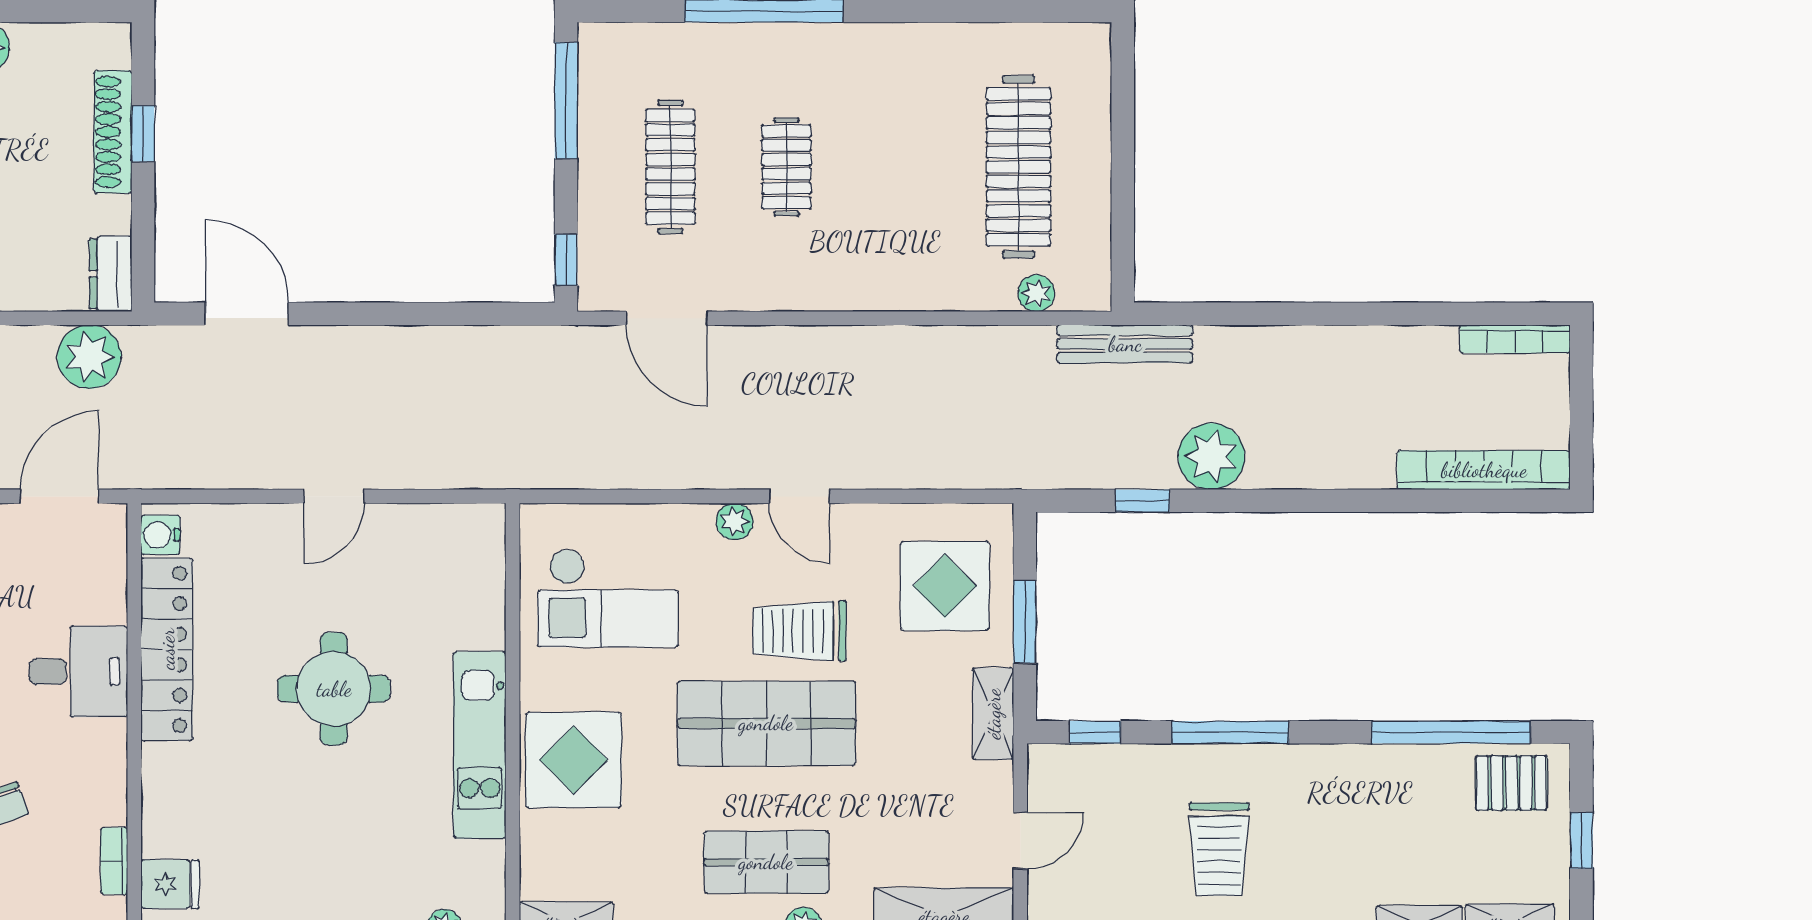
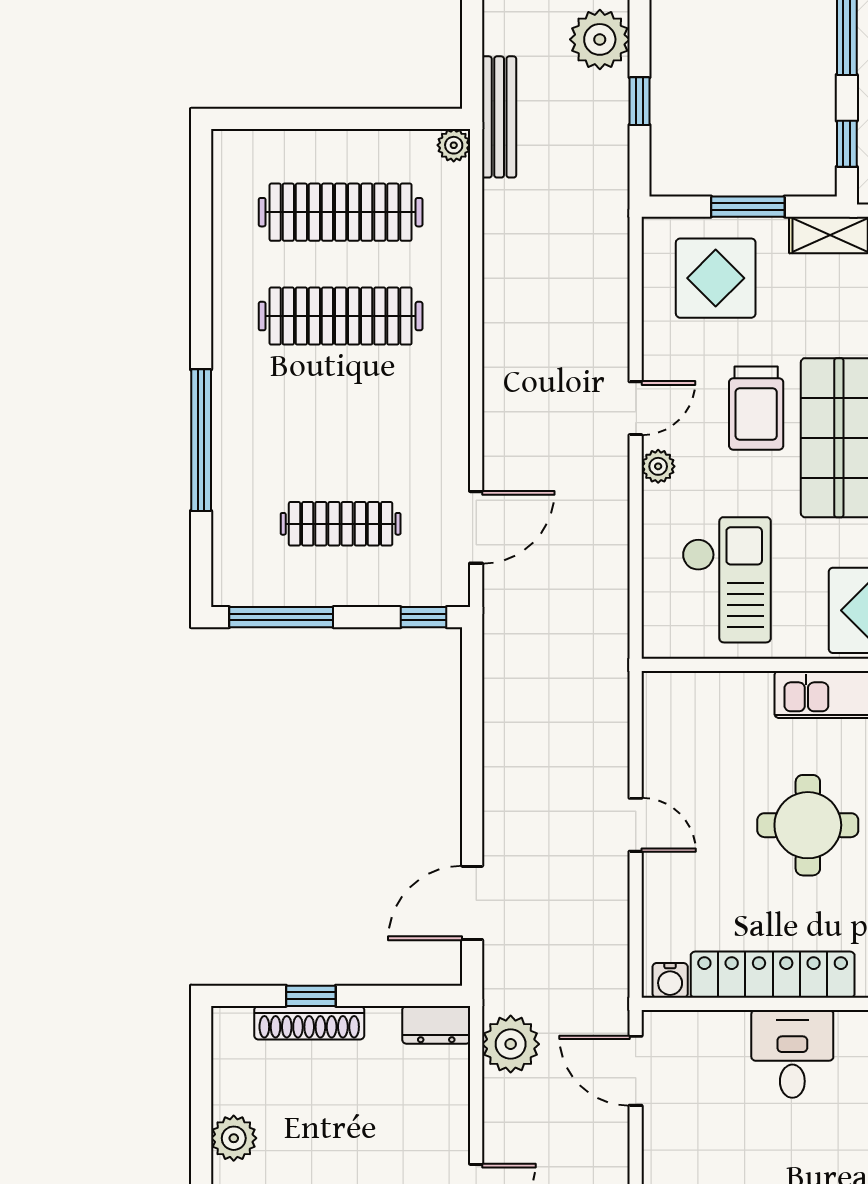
clothes rail: (786, 167) -> (341, 316), moved, width x1.86, depth x1.31
plant: (1036, 293) -> (454, 145), moved

